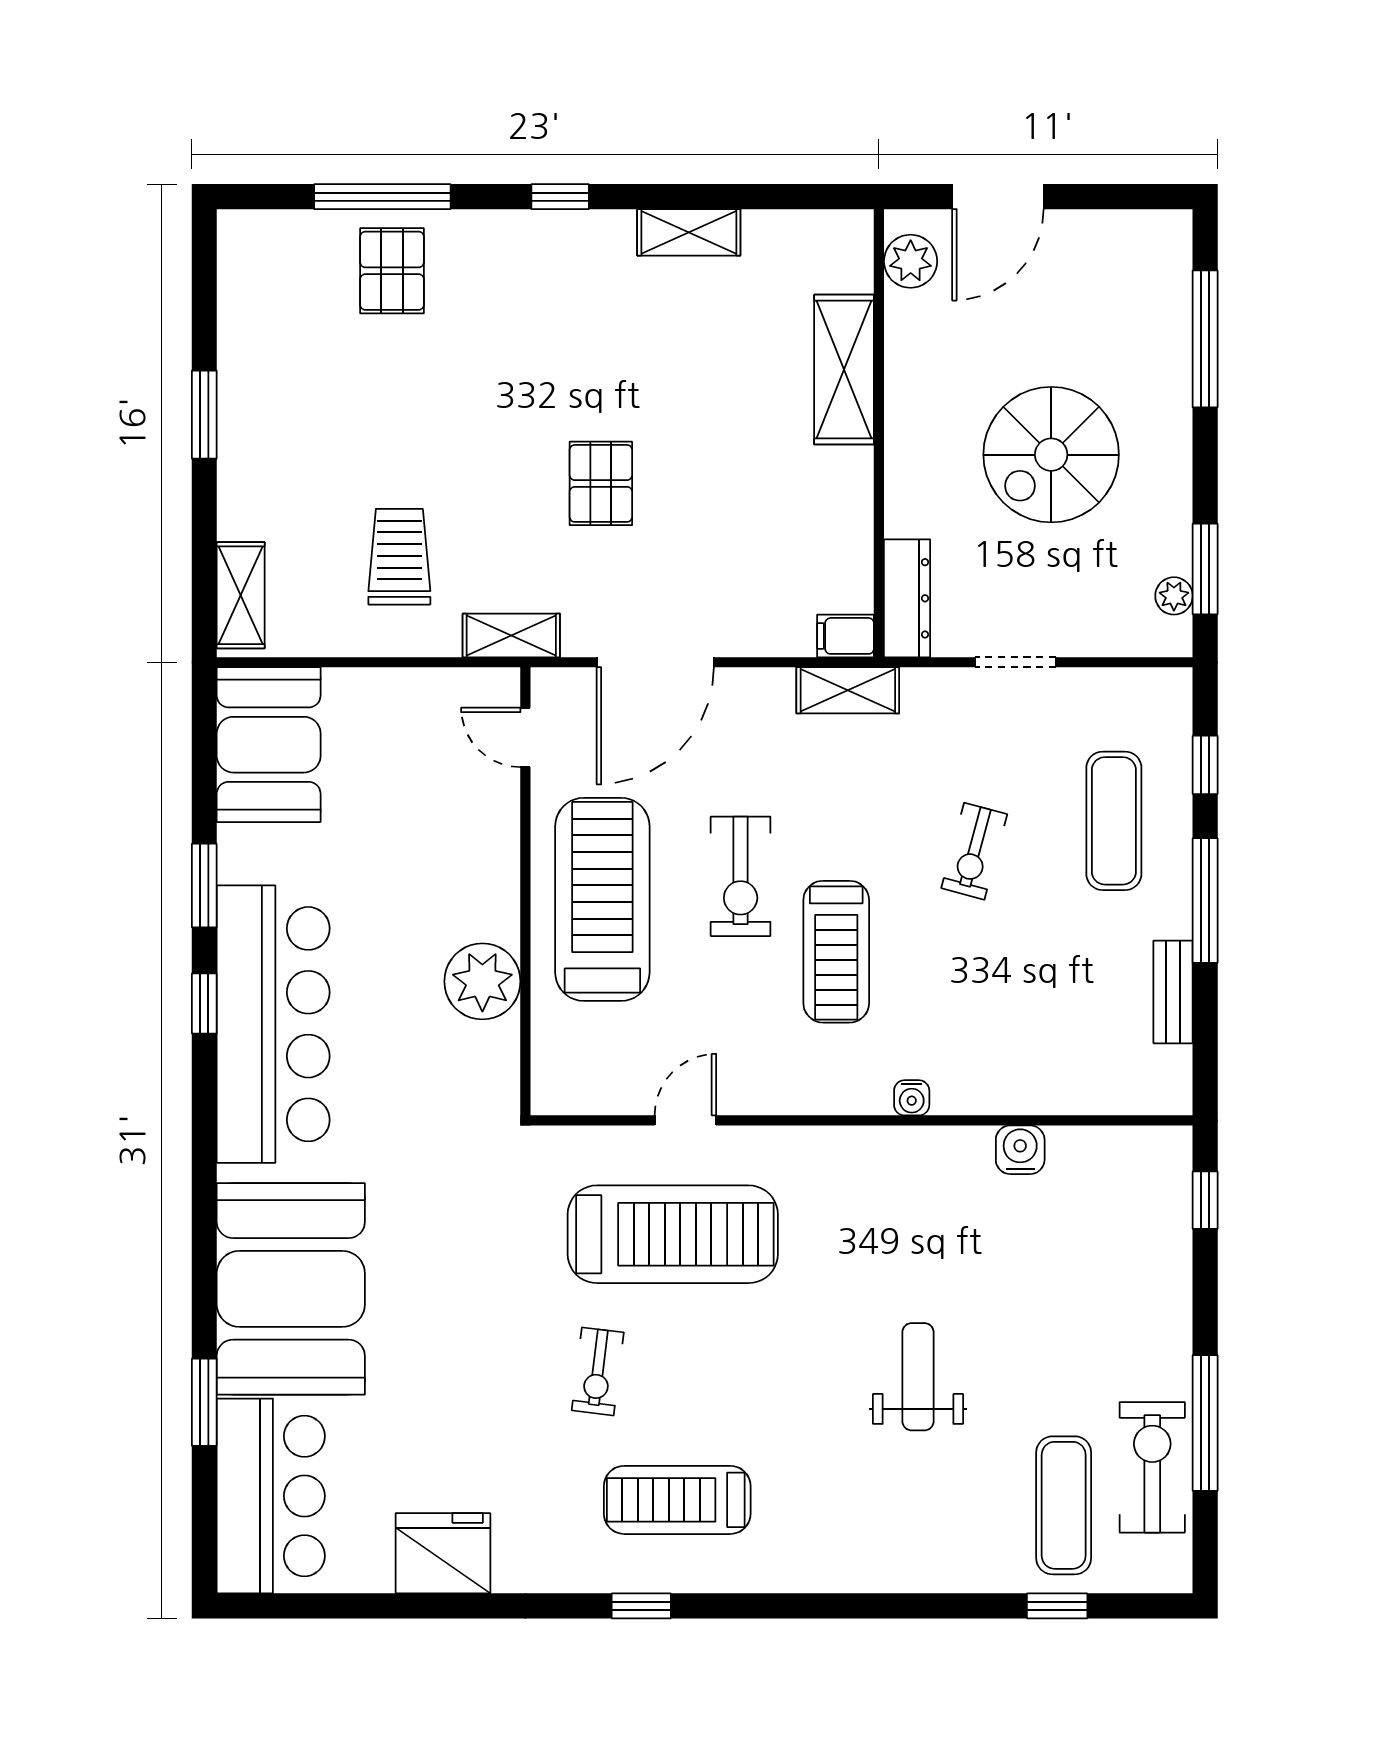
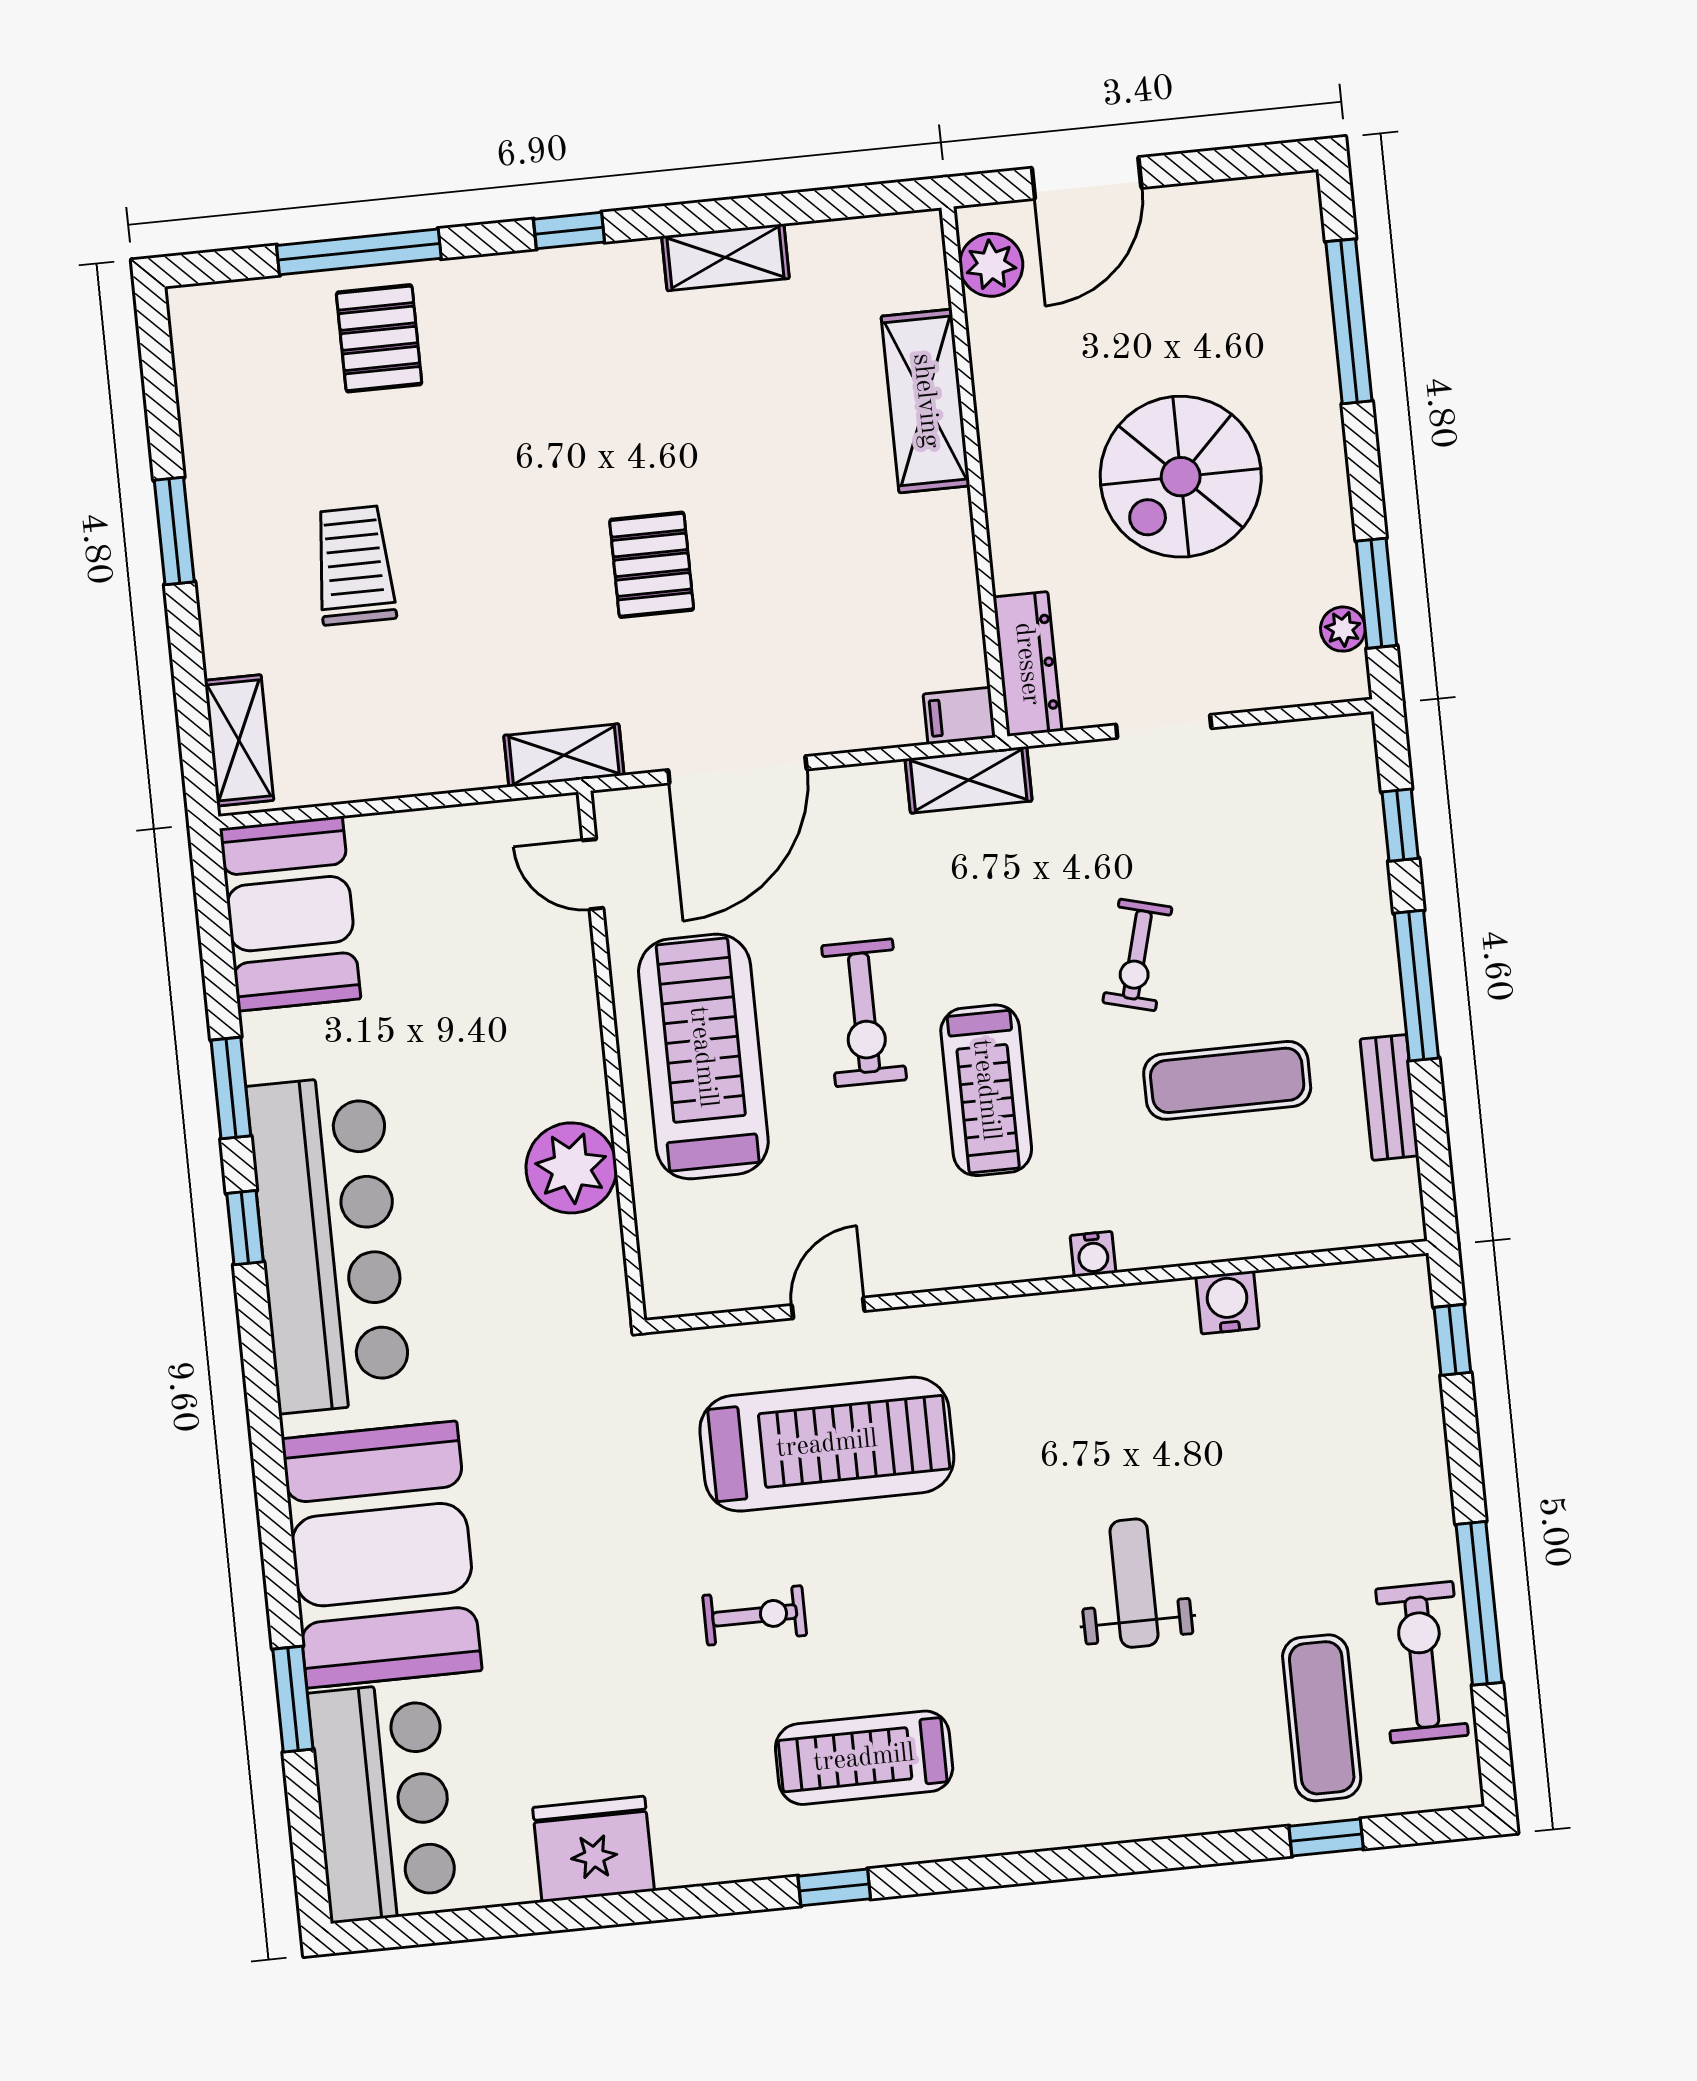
trolley: (399, 557) -> (354, 565), moved
exercise mat: (1114, 821) -> (1227, 1080), moved, turned 90
exercise bike: (598, 1371) -> (755, 1615), turned -97

